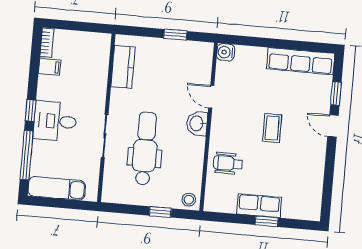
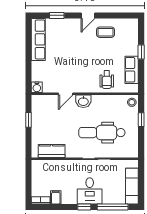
door: (333, 126) -> (88, 15), moved
coffee table: (272, 128) -> (106, 32), moved
row of seats: (259, 206) -> (132, 70), moved

